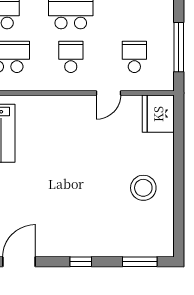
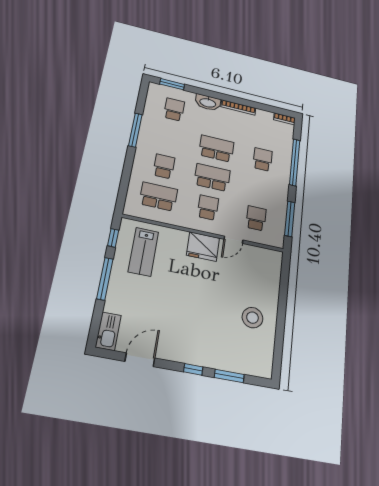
fridge: (158, 114) -> (203, 247), moved, turned -90
window: (140, 262) -> (229, 376), moved

